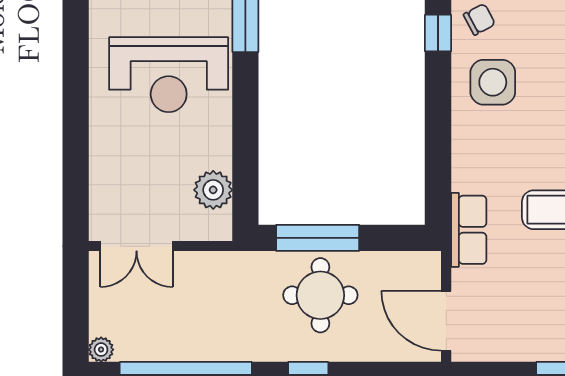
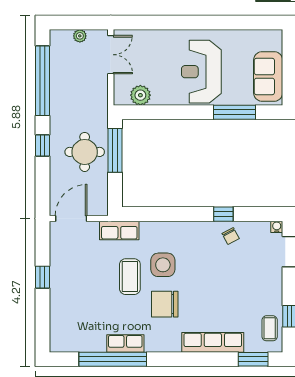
side table: (493, 82) -> (163, 265), moved
double door: (137, 246) -> (111, 55), swing flipped
plant: (101, 350) -> (80, 36), moved

